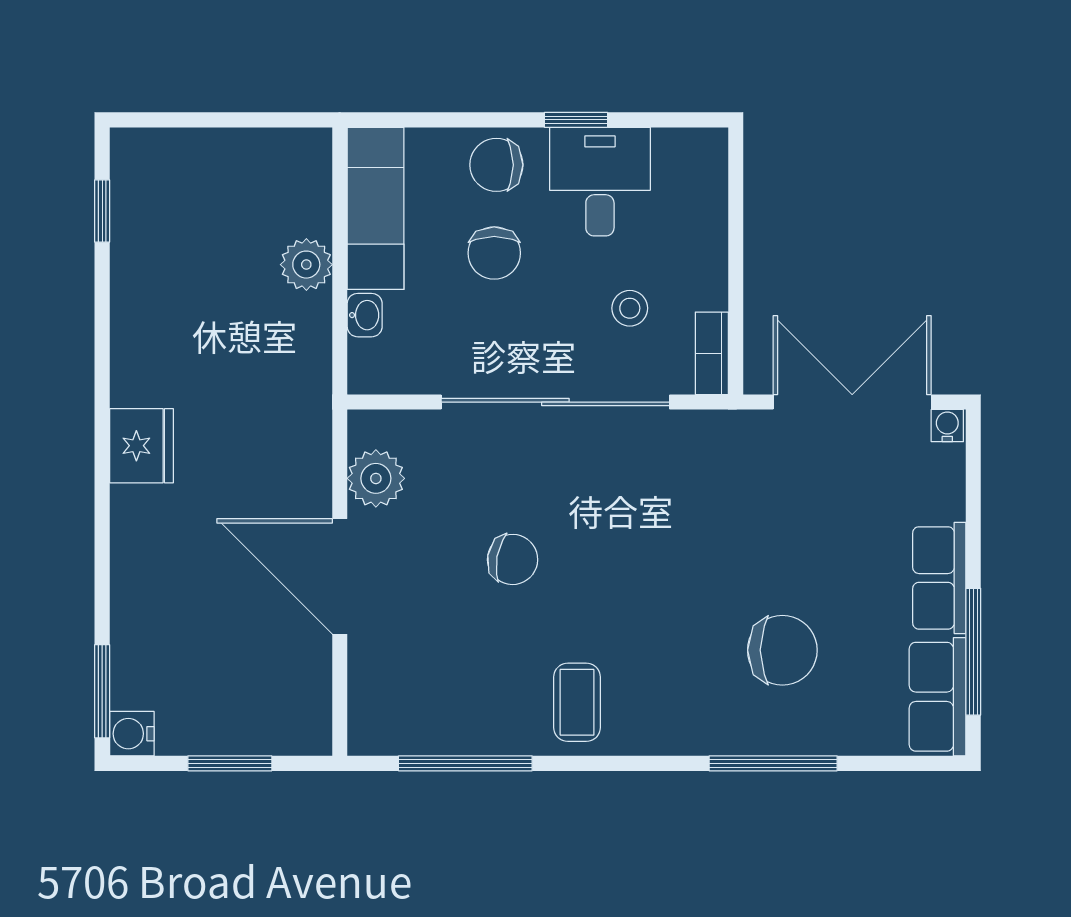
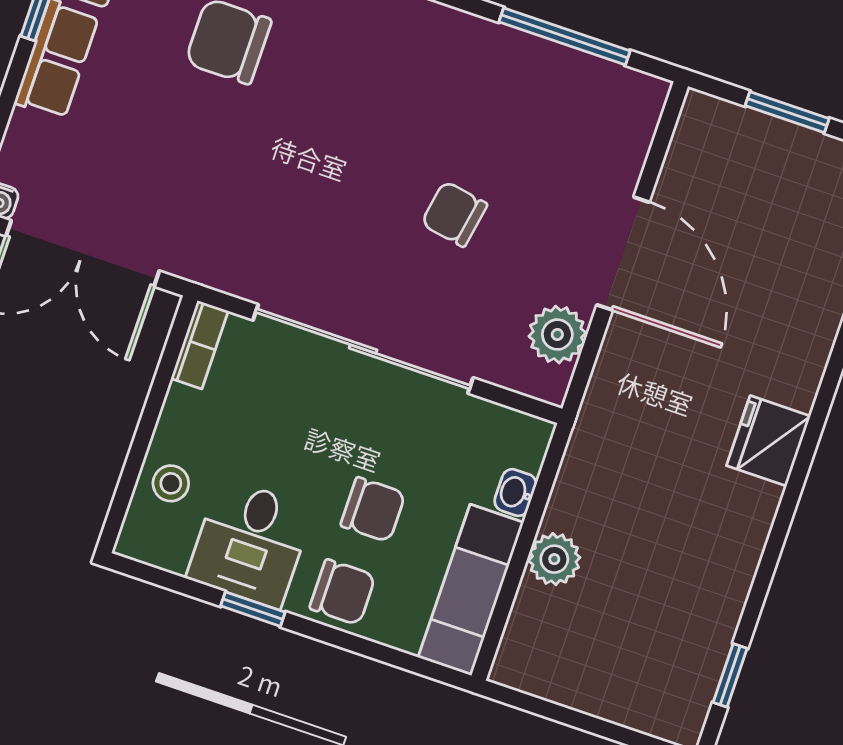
chair: (494, 253) -> (373, 509), turned 90
stool: (630, 308) -> (171, 483), moved
coffee table: (577, 702) -> (439, 58), removed

